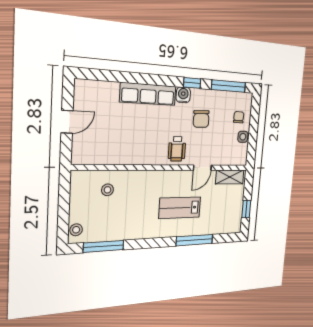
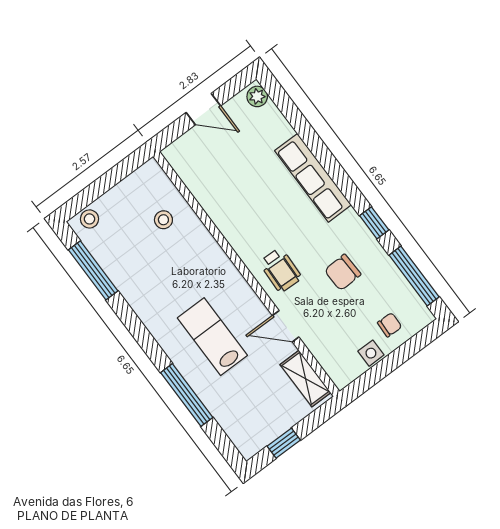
plant: (84, 86) -> (257, 96), added
water cooler: (183, 95) -> (350, 223), removed
wheelchair: (177, 149) -> (280, 270), turned -88

